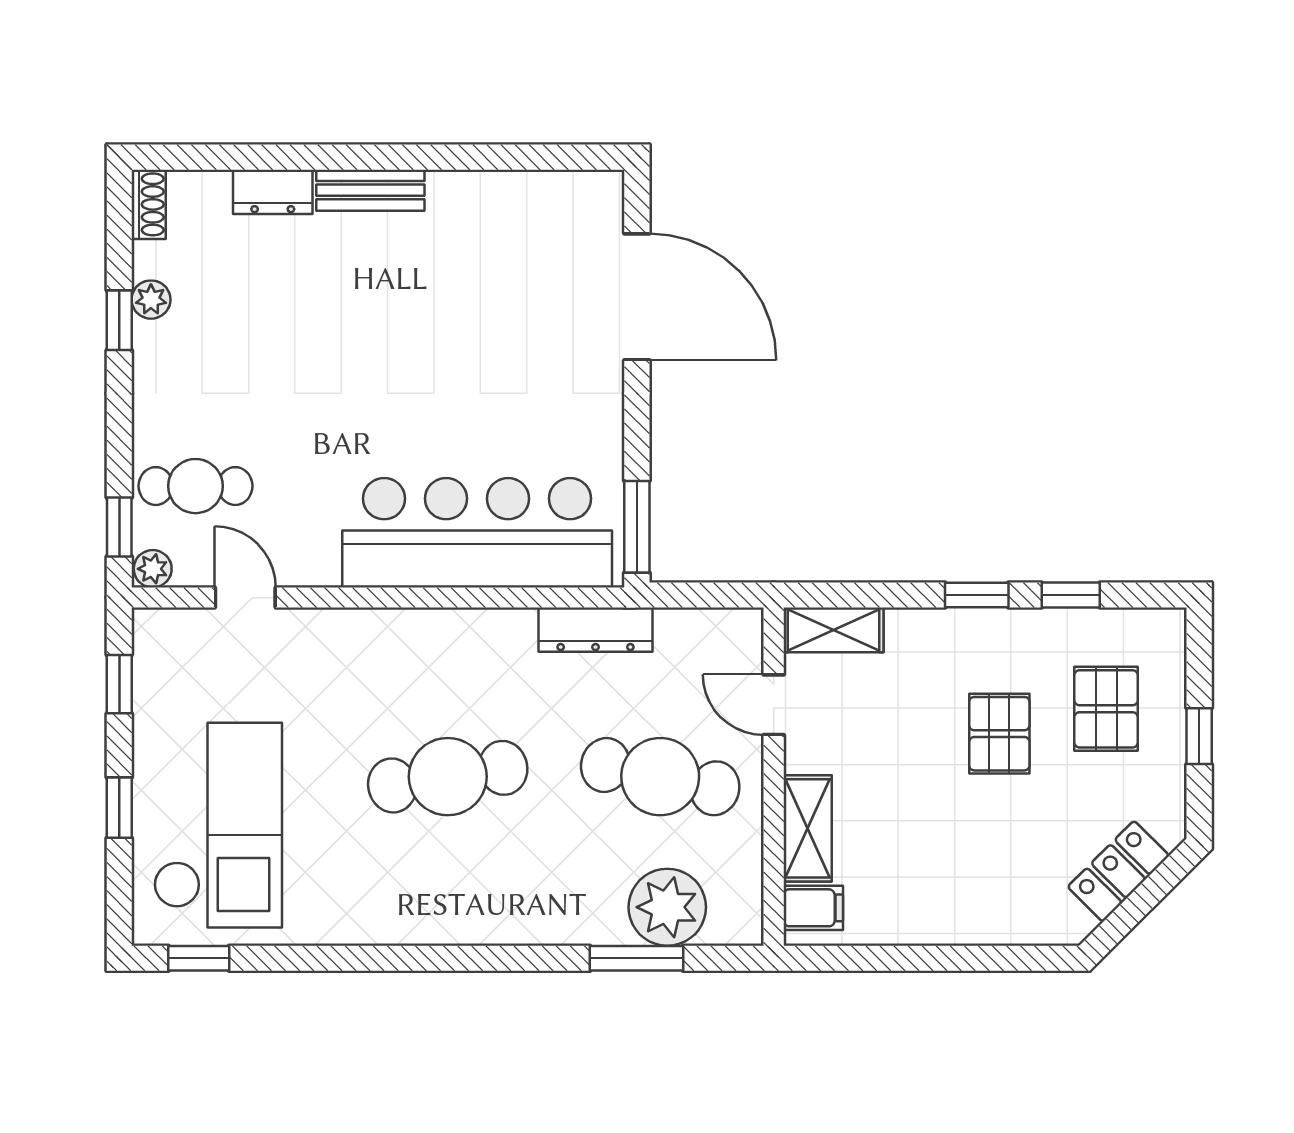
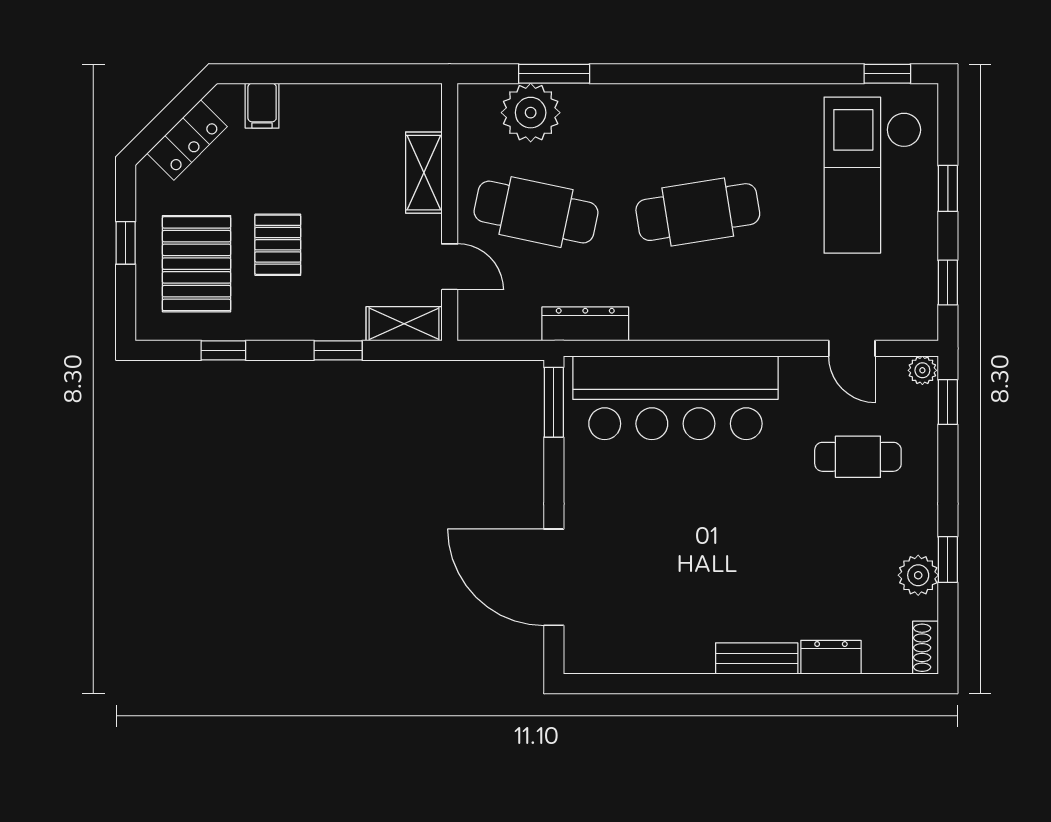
plant: (151, 300) -> (918, 575), width x1.38, depth x1.38
cafe table: (195, 486) -> (858, 457), moved
window: (977, 595) -> (338, 350), moved
pallet: (1106, 709) -> (197, 264), width x1.50, depth x1.42
filing cabinet: (813, 908) -> (262, 106), moved, turned -90

